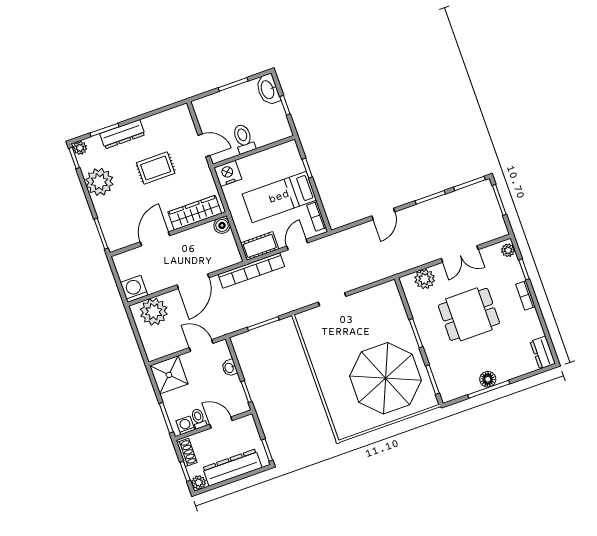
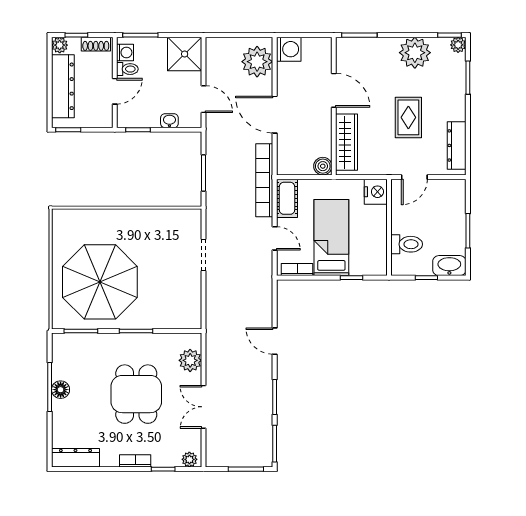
dresser: (122, 134) -> (457, 145), moved
toilet: (244, 139) -> (407, 244), moved
door: (201, 346) -> (204, 99), hinge flipped
dresser: (543, 353) -> (75, 458), width x1.44

